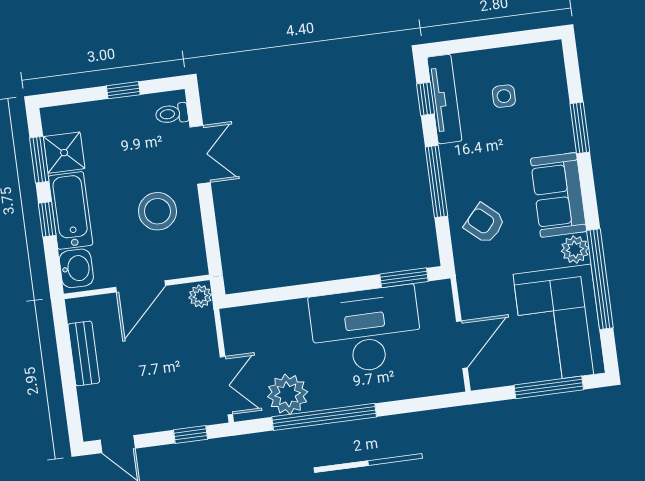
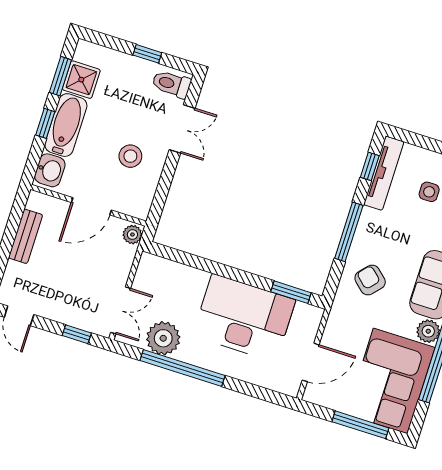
toilet: (172, 114) -> (171, 84), width x1.37, depth x1.39
stool: (157, 211) -> (130, 156), width x0.73, depth x0.73

